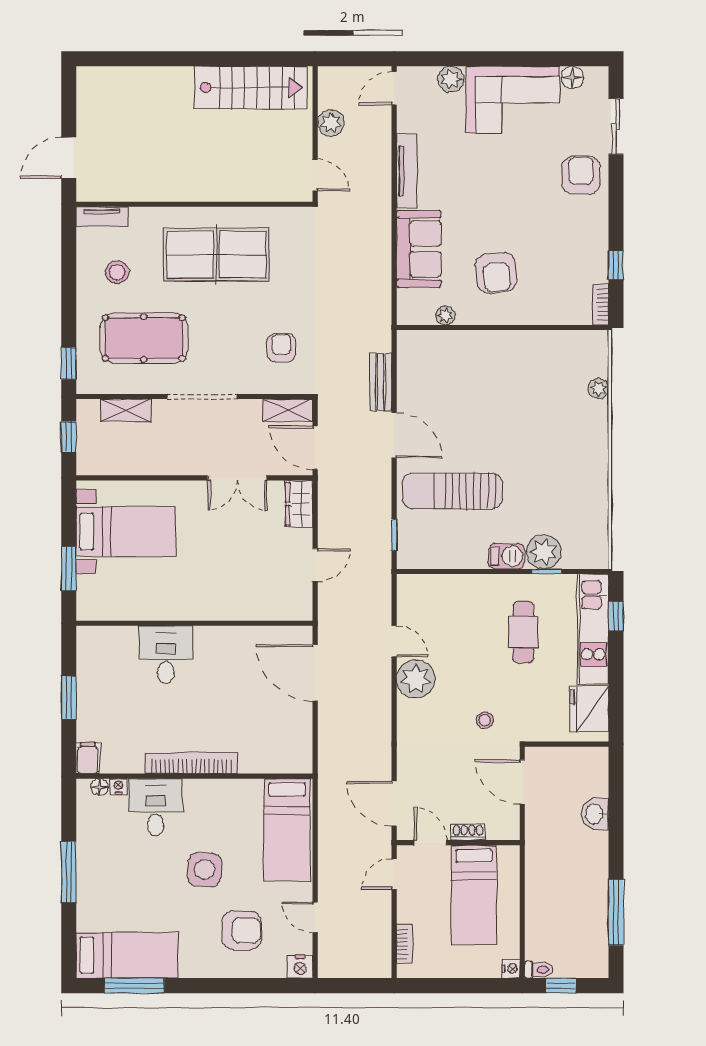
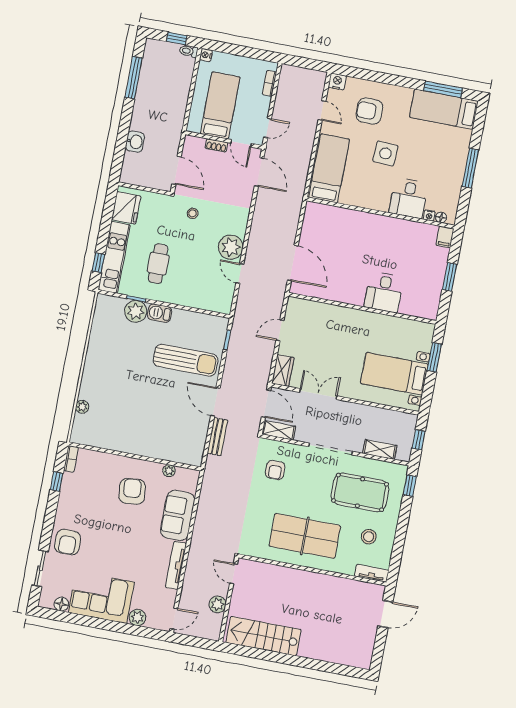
bookcase: (192, 763) -> (381, 221), removed

